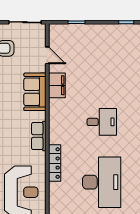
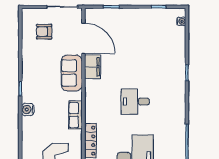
door: (47, 55) -> (83, 38), width x1.87
desk: (102, 122) -> (135, 102), turned 180

